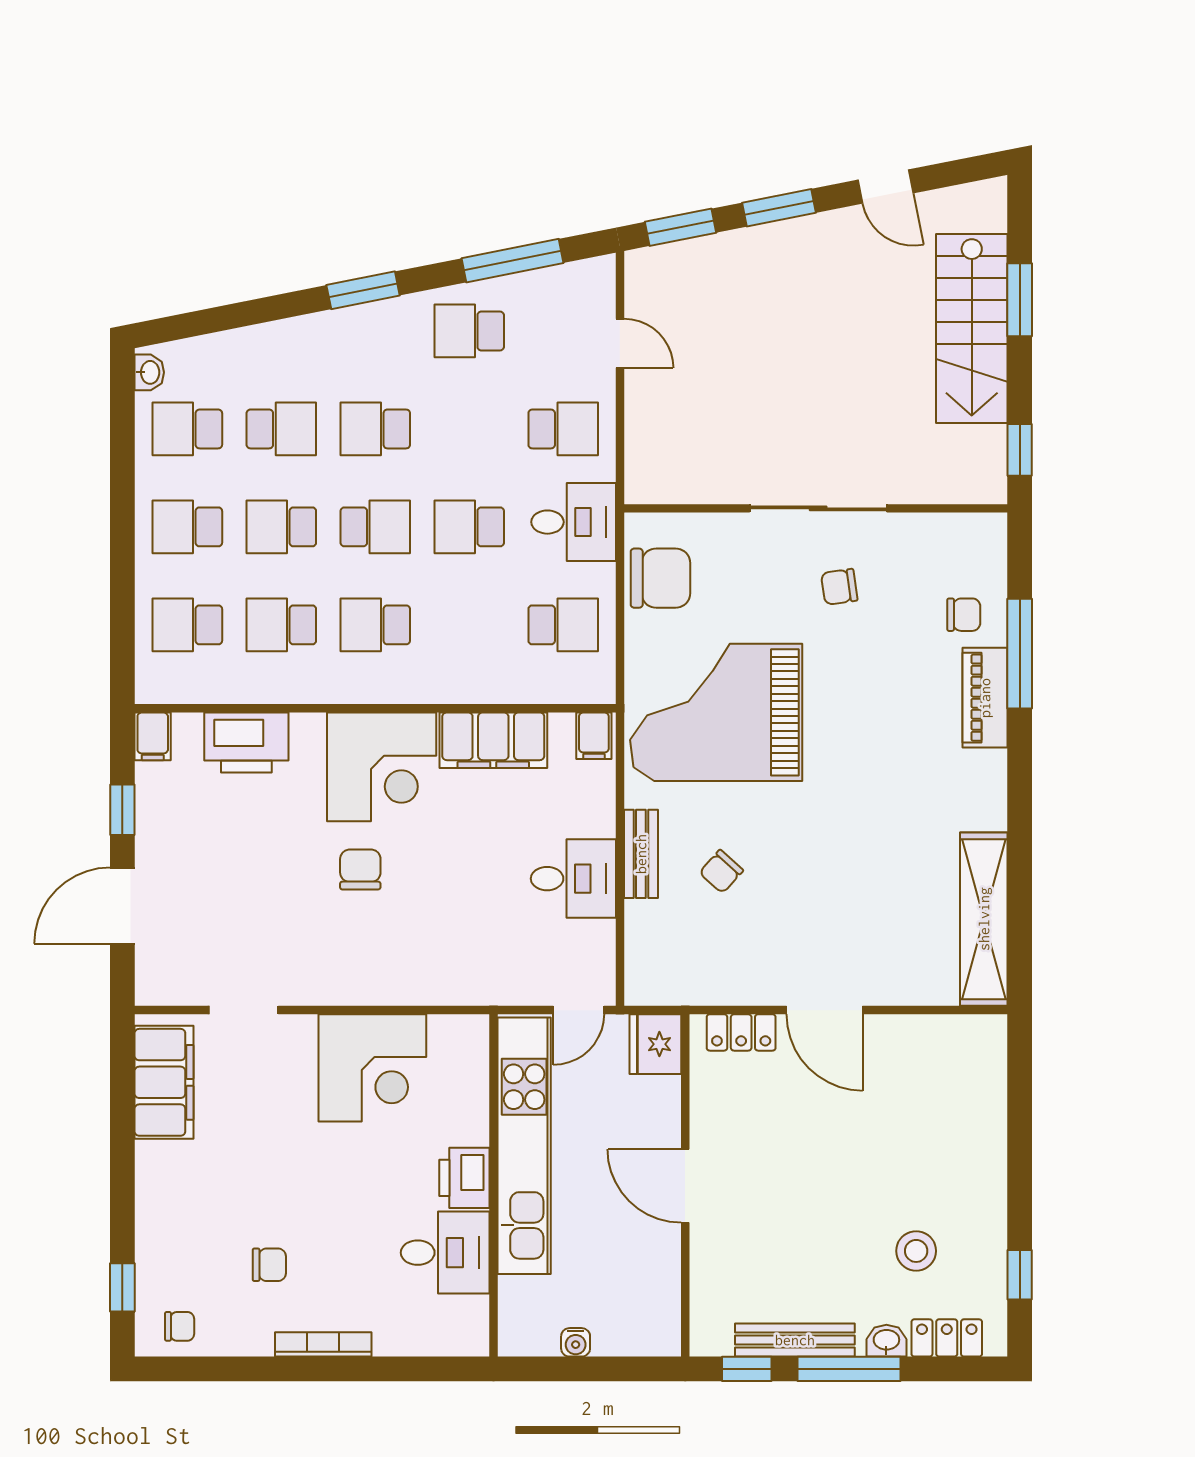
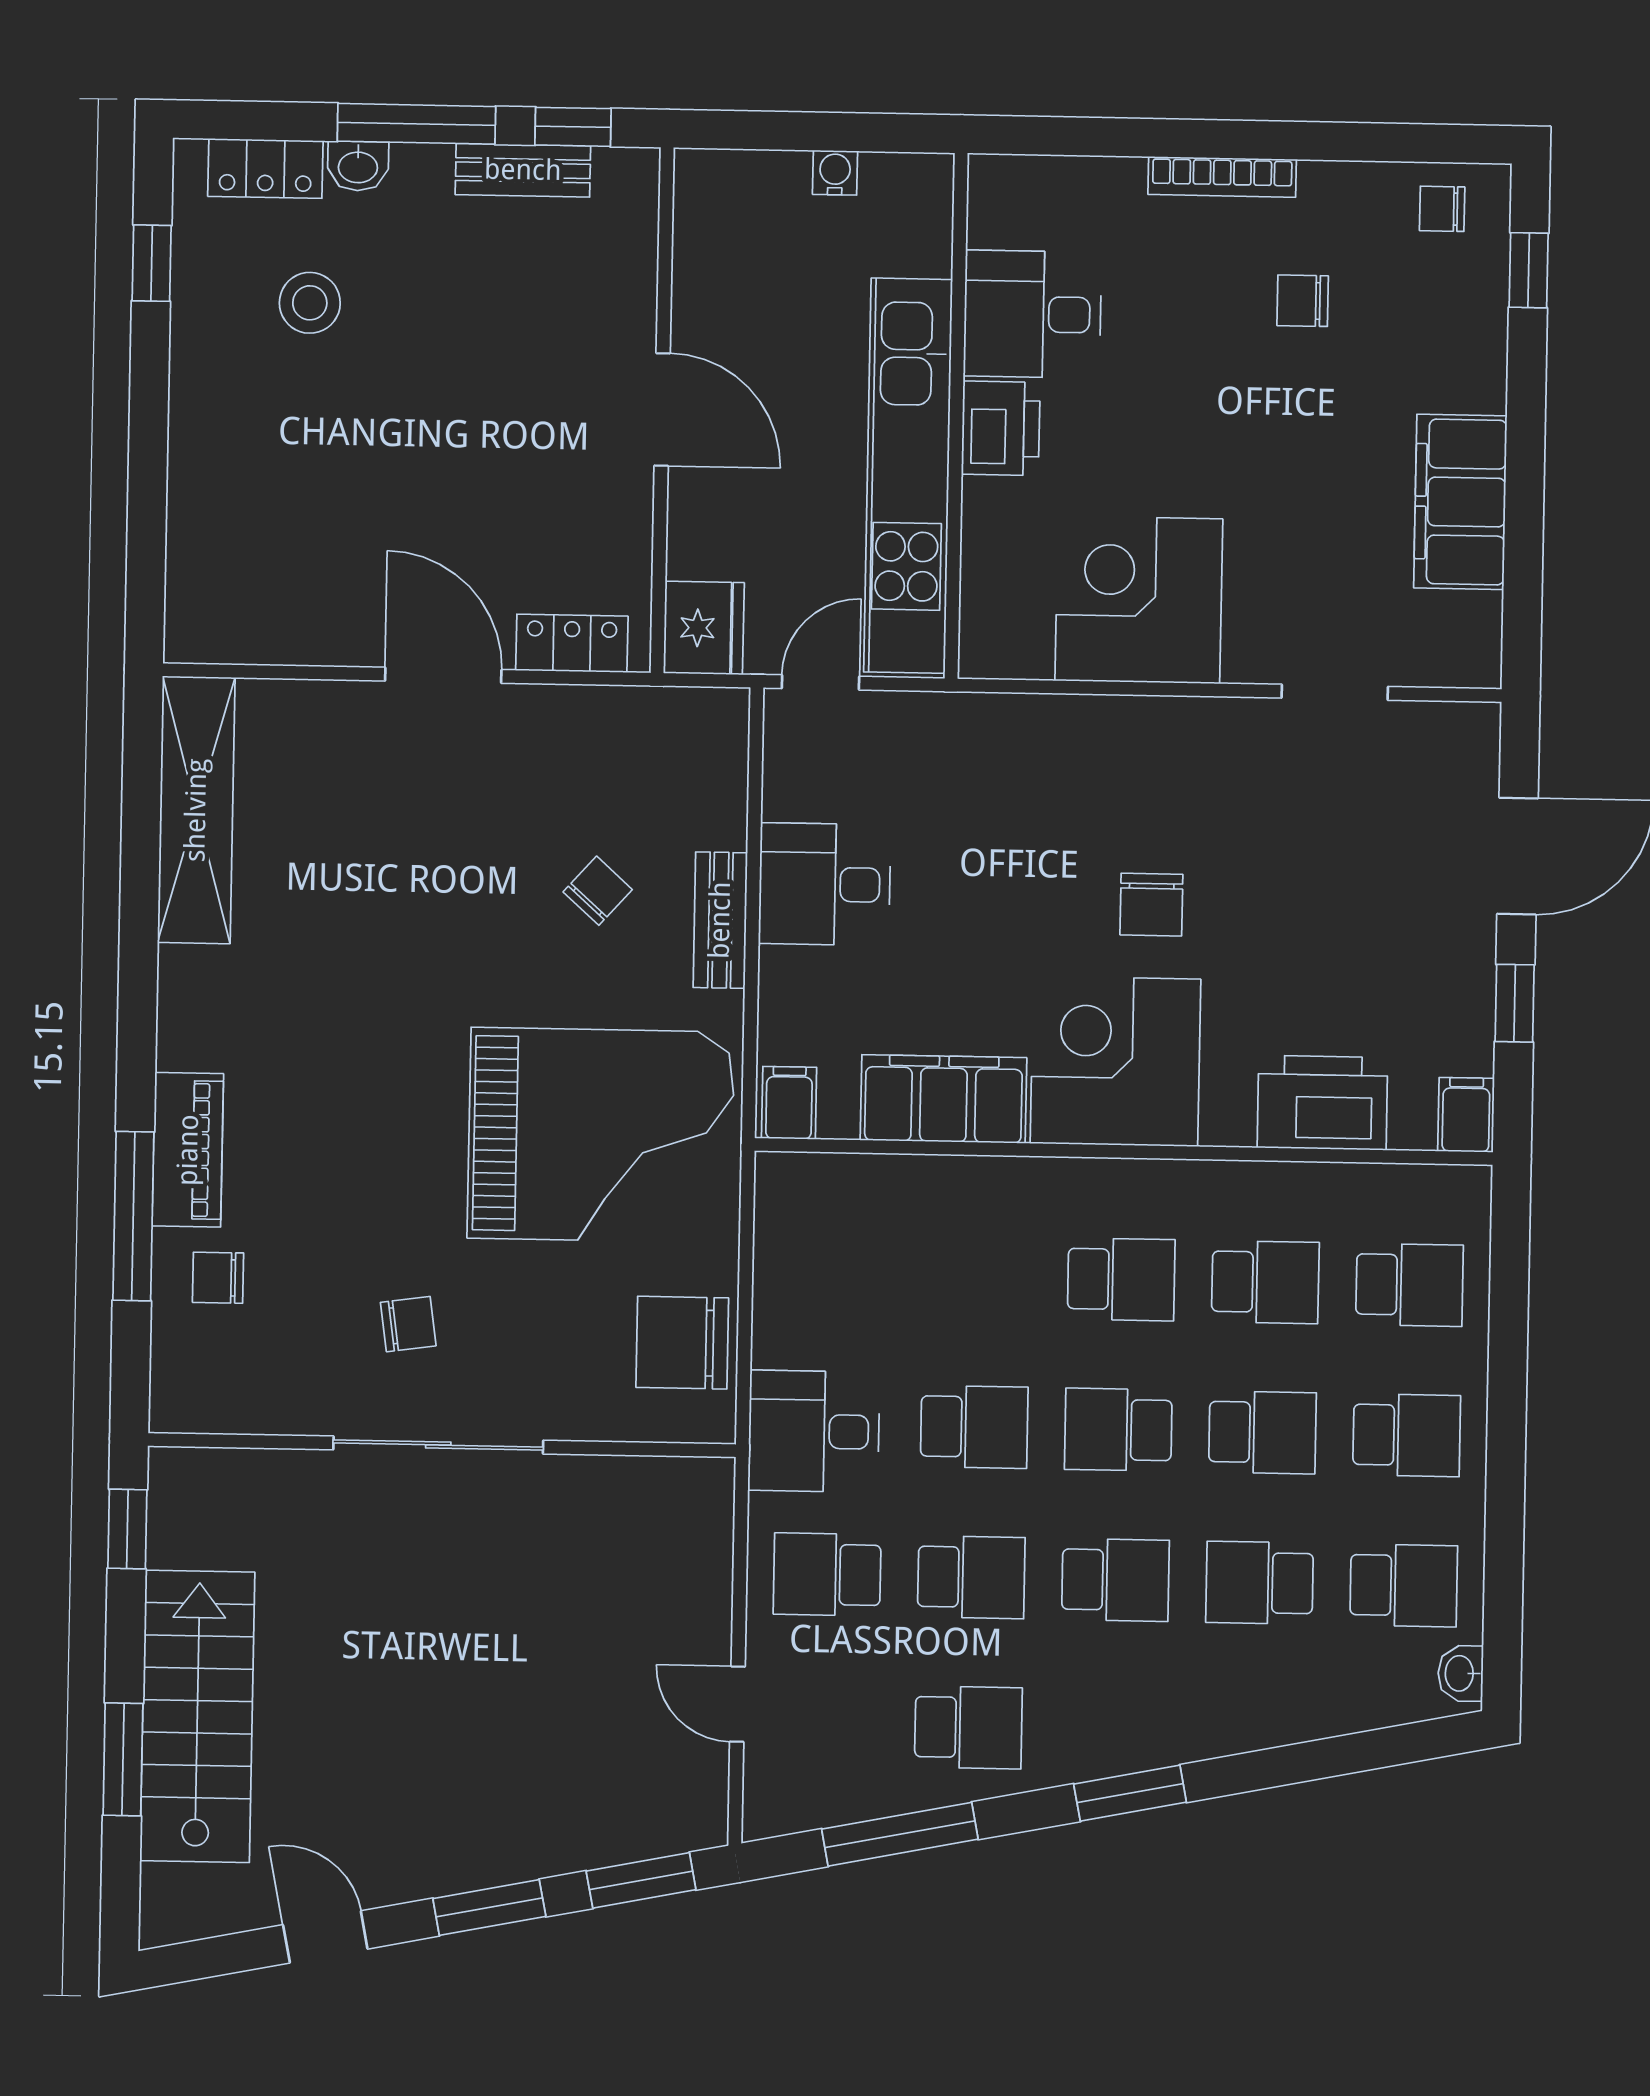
school desk: (563, 625) -> (971, 1577), moved, turned 180
filing cabinet: (164, 1082) -> (1460, 502), moved
bench: (795, 1340) -> (523, 170), width x0.73

